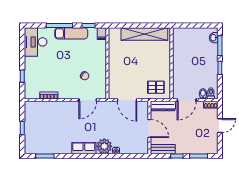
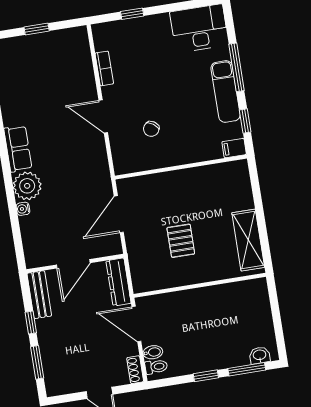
shelving: (144, 34) -> (248, 240), width x0.68
pallet: (156, 87) -> (181, 241), moved
door: (88, 100) -> (103, 117), moved

